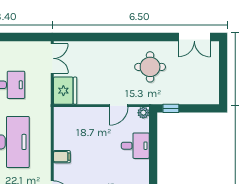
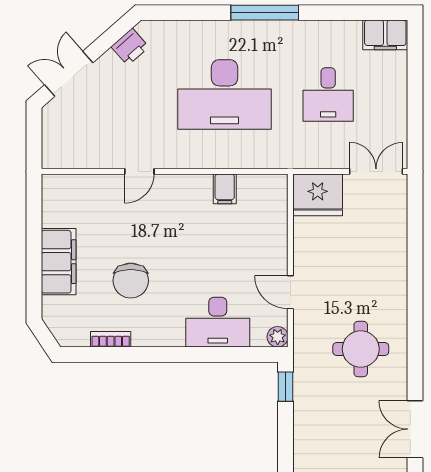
double door: (52, 58) -> (376, 171), swing flipped
desk: (135, 146) -> (218, 322), width x1.37
filing cabinet: (62, 157) -> (225, 189), moved

